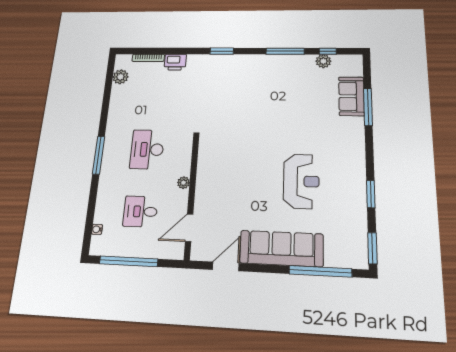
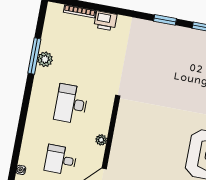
window: (222, 51) -> (165, 20), moved
plant: (120, 77) -> (45, 59), moved
window: (99, 155) -> (34, 56), moved

